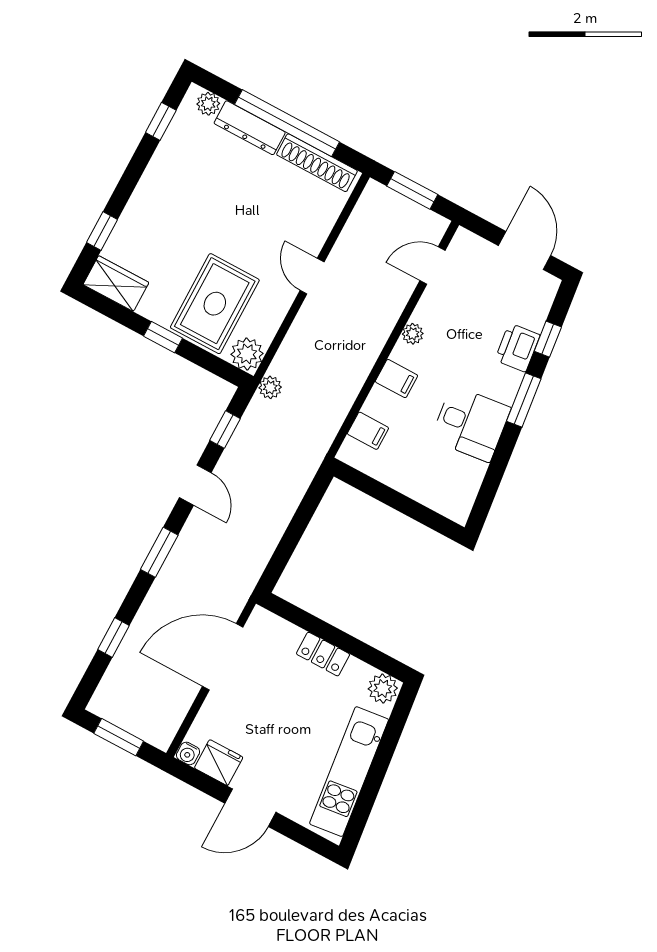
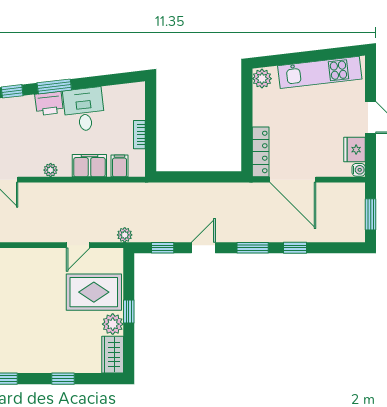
window: (102, 231) -> (63, 379), moved
door: (312, 276) -> (78, 245), moved
printer: (517, 347) -> (49, 103), moved
plant: (247, 354) -> (113, 324), moved
filing cabinet: (396, 379) -> (89, 166), width x2.00
bookcase: (396, 481) -> (139, 135), added
window: (114, 637) -> (295, 248), moved
locker: (323, 654) -> (261, 152), moved, width x1.53

